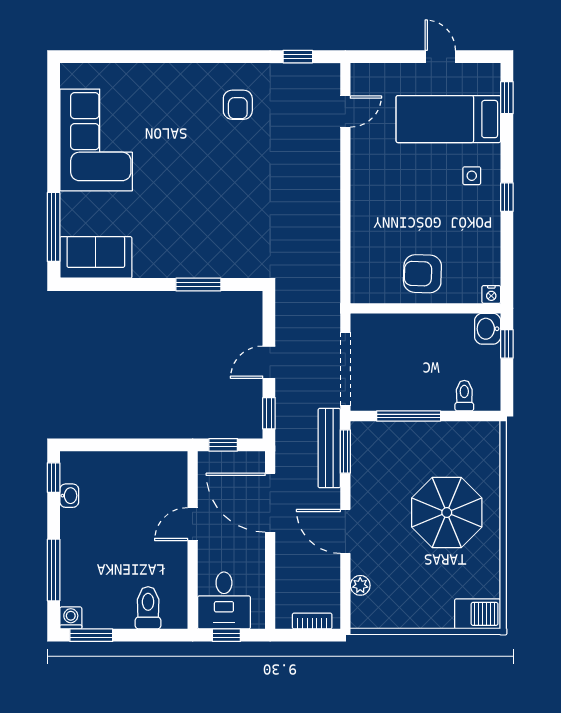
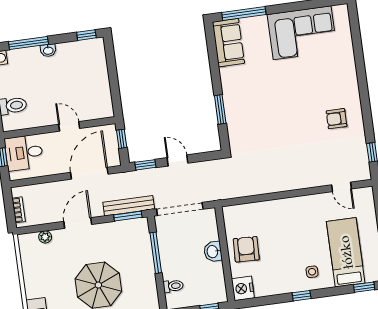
nightstand: (491, 294) -> (243, 288), width x1.89, depth x1.79
washbasin: (488, 329) -> (213, 252), moved, turned -90
washbasin: (69, 496) -> (48, 50), moved

